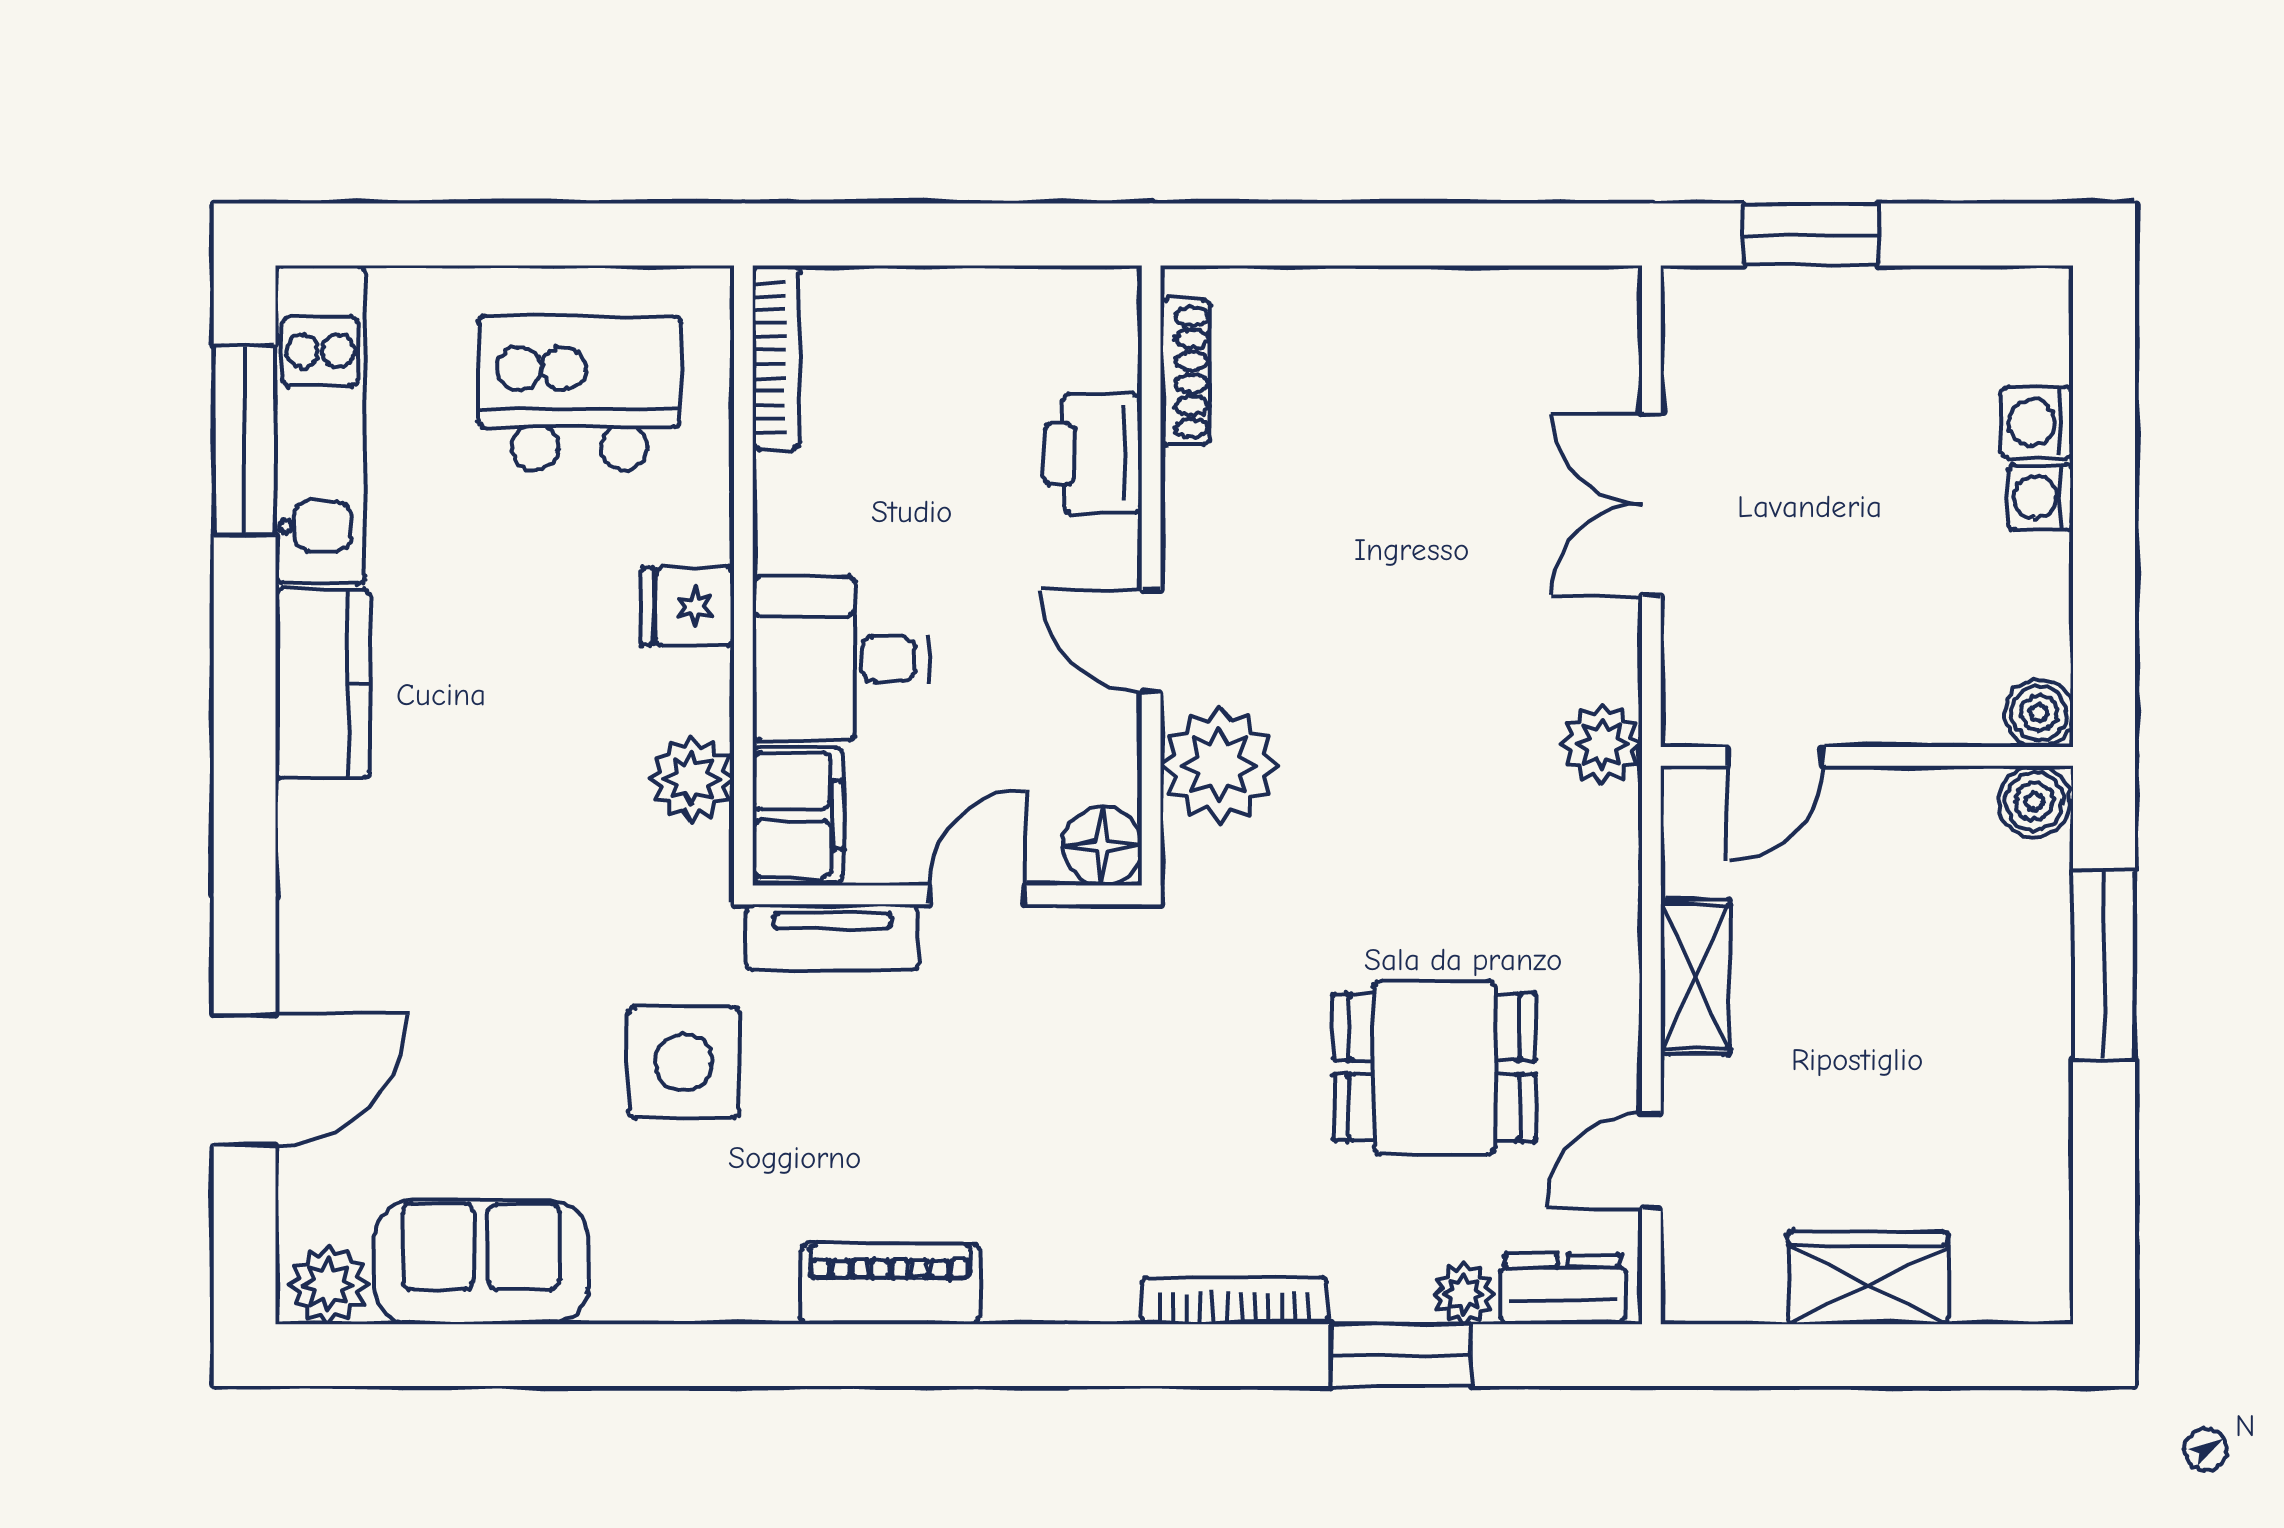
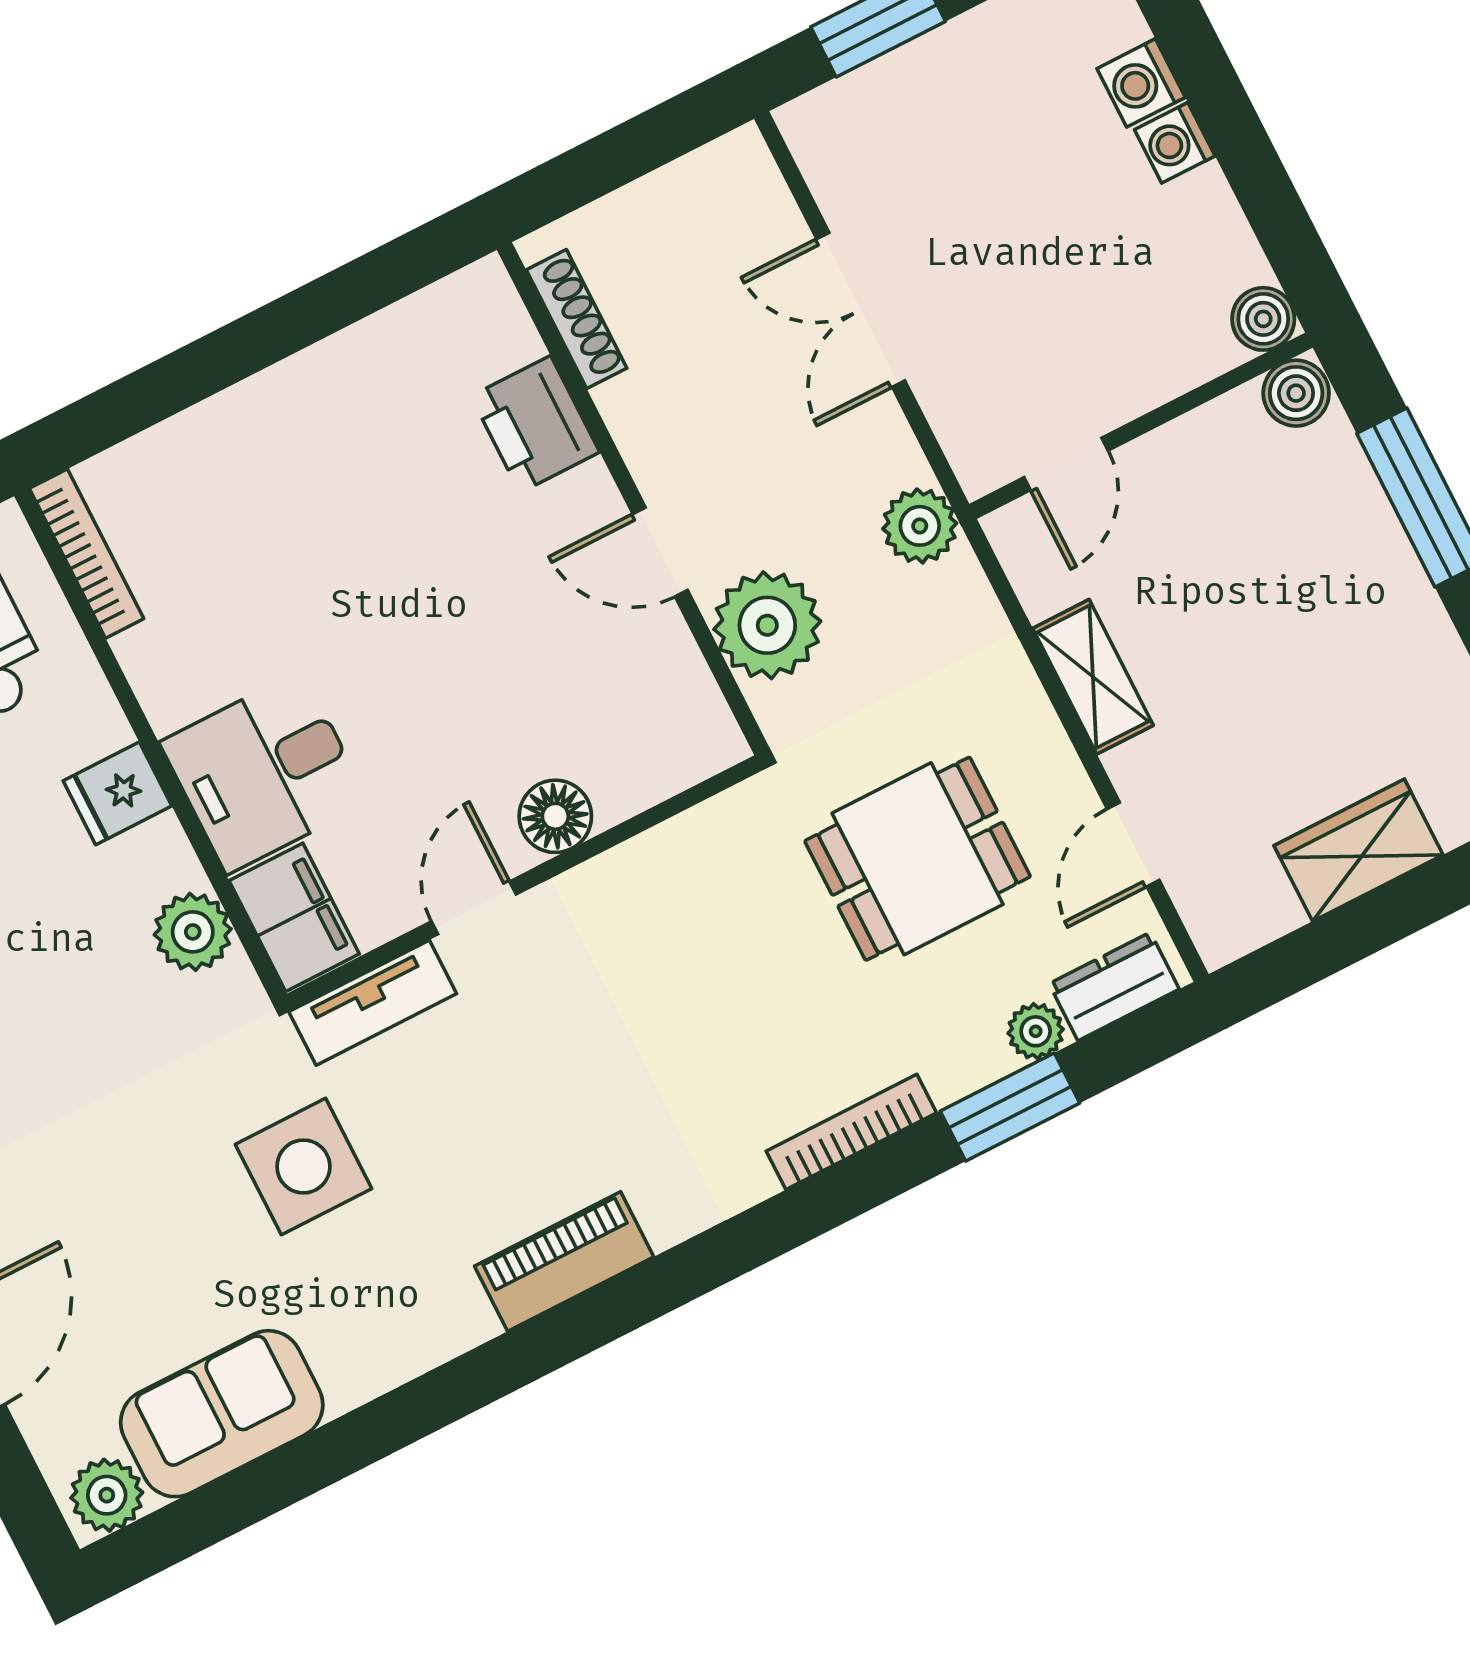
shoe rack: (1185, 372) -> (577, 319), moved
printer: (1093, 454) -> (535, 424), moved
wall: (1151, 575) -> (633, 499), moved
door: (1151, 641) -> (660, 552), moved
plant: (1219, 765) -> (767, 625), moved

